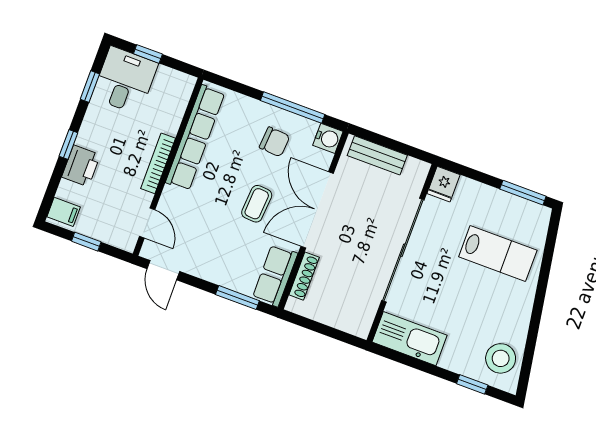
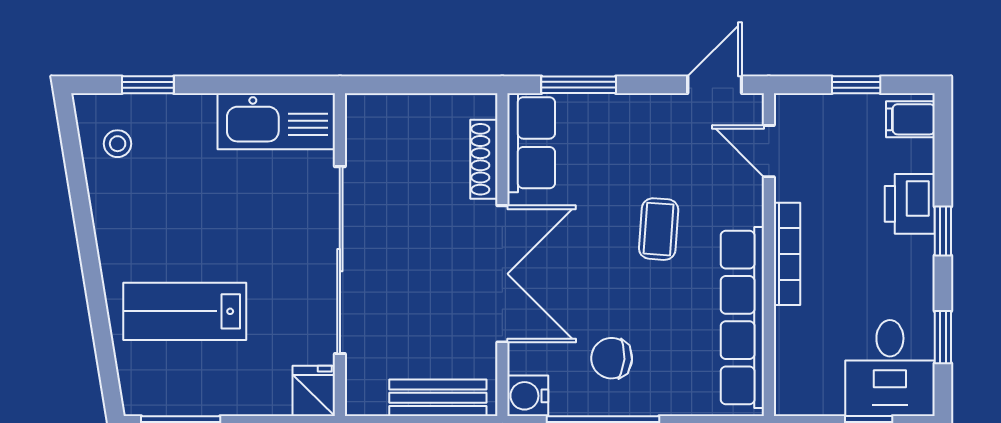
coffee table: (257, 204) -> (659, 229), moved
door: (163, 270) -> (715, 85), hinge flipped
stool: (501, 358) -> (118, 144), width x0.53, depth x0.53

